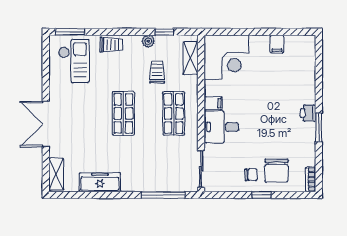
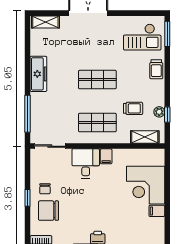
plant: (148, 41) -> (159, 112), moved
corner desk: (226, 57) -> (146, 185), moved
freezer: (100, 182) -> (38, 74), moved

